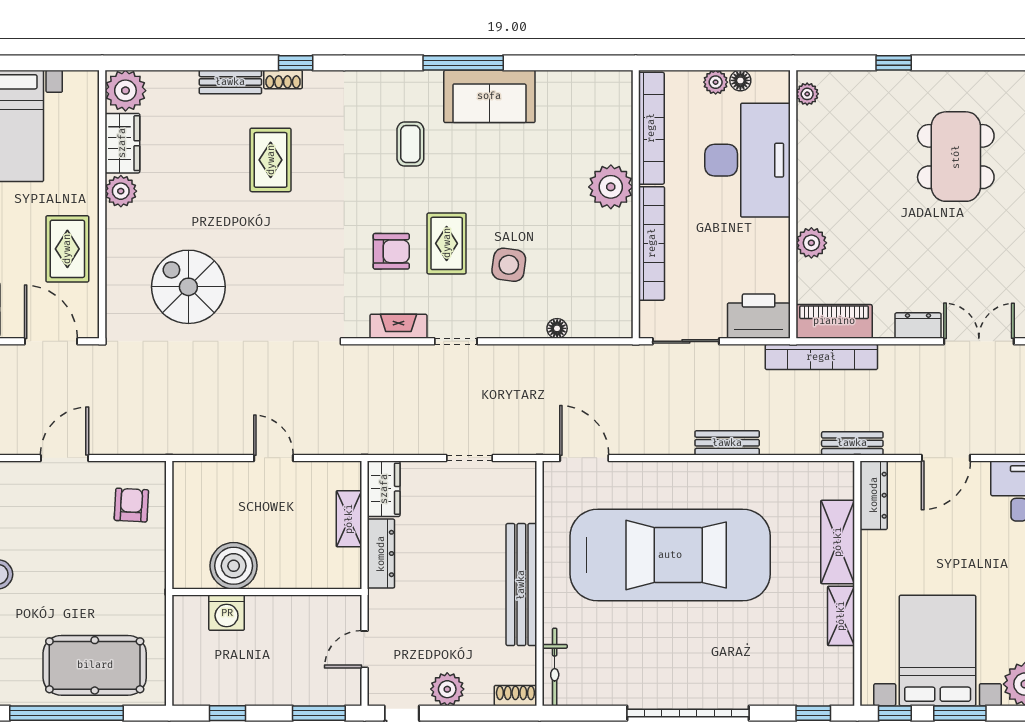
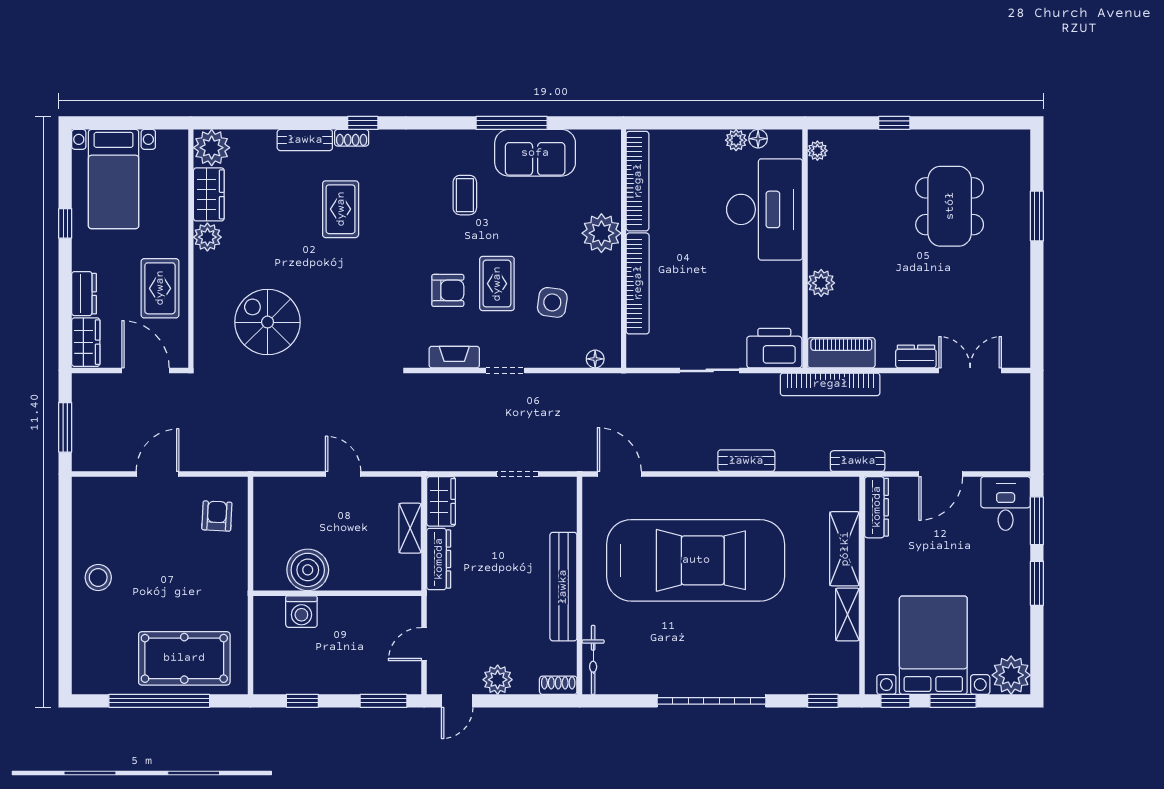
bookcase: (651, 128) -> (638, 181), moved
plant: (611, 187) -> (601, 233), moved
wall: (636, 204) -> (624, 249), moved
bookcase: (652, 243) -> (638, 283), moved

